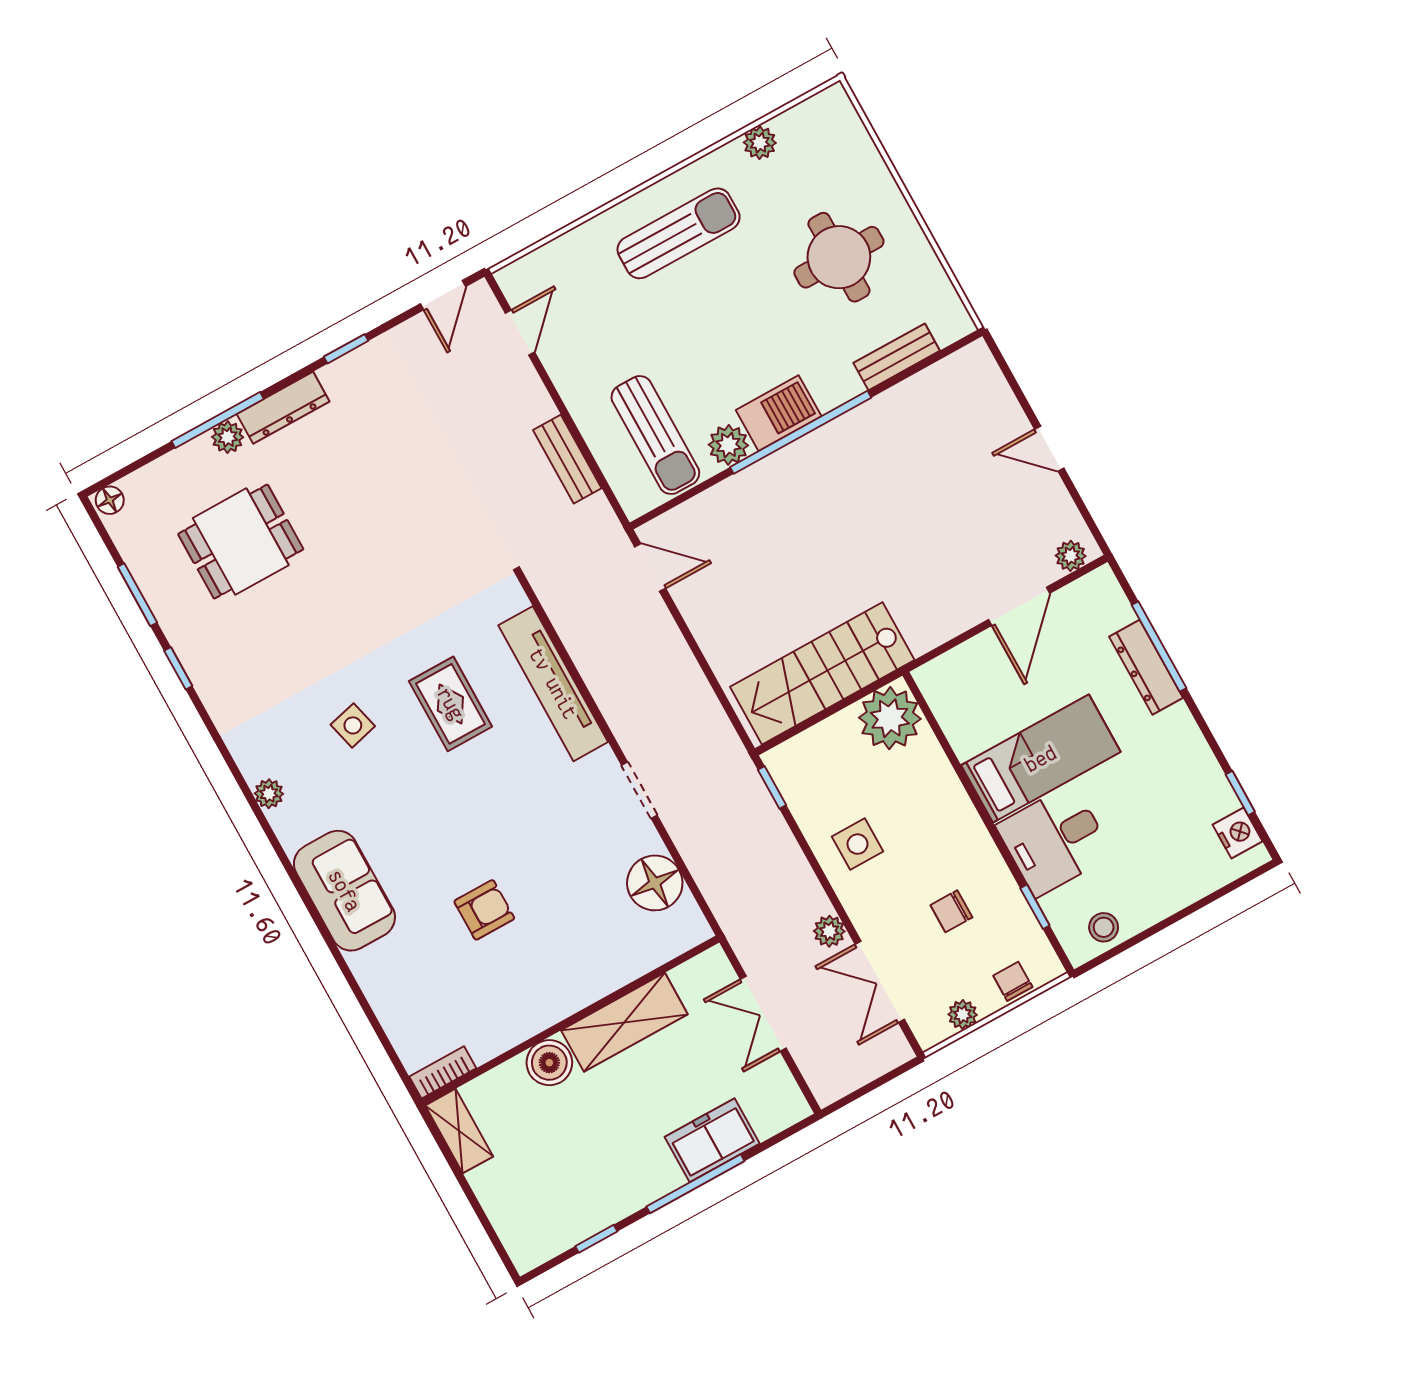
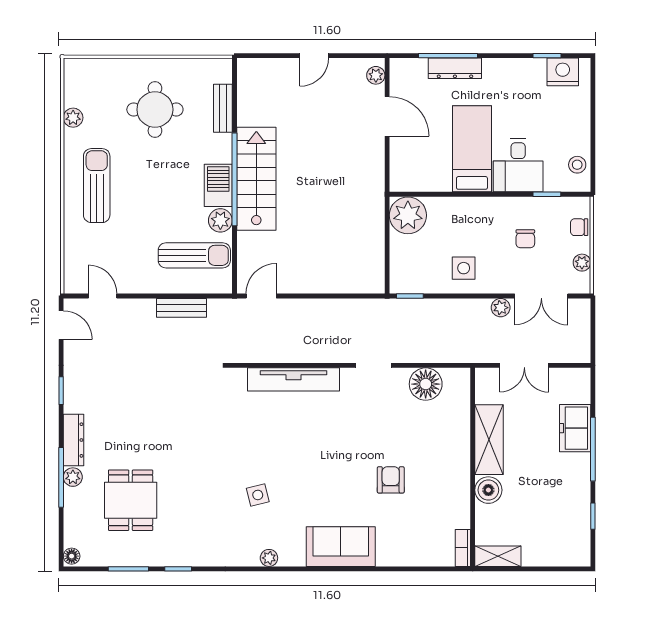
stairs: (822, 673) -> (256, 179), moved, turned 180
rug: (450, 704) -> (275, 438), removed
nightstand: (1237, 833) -> (563, 72), width x1.36, depth x1.33

